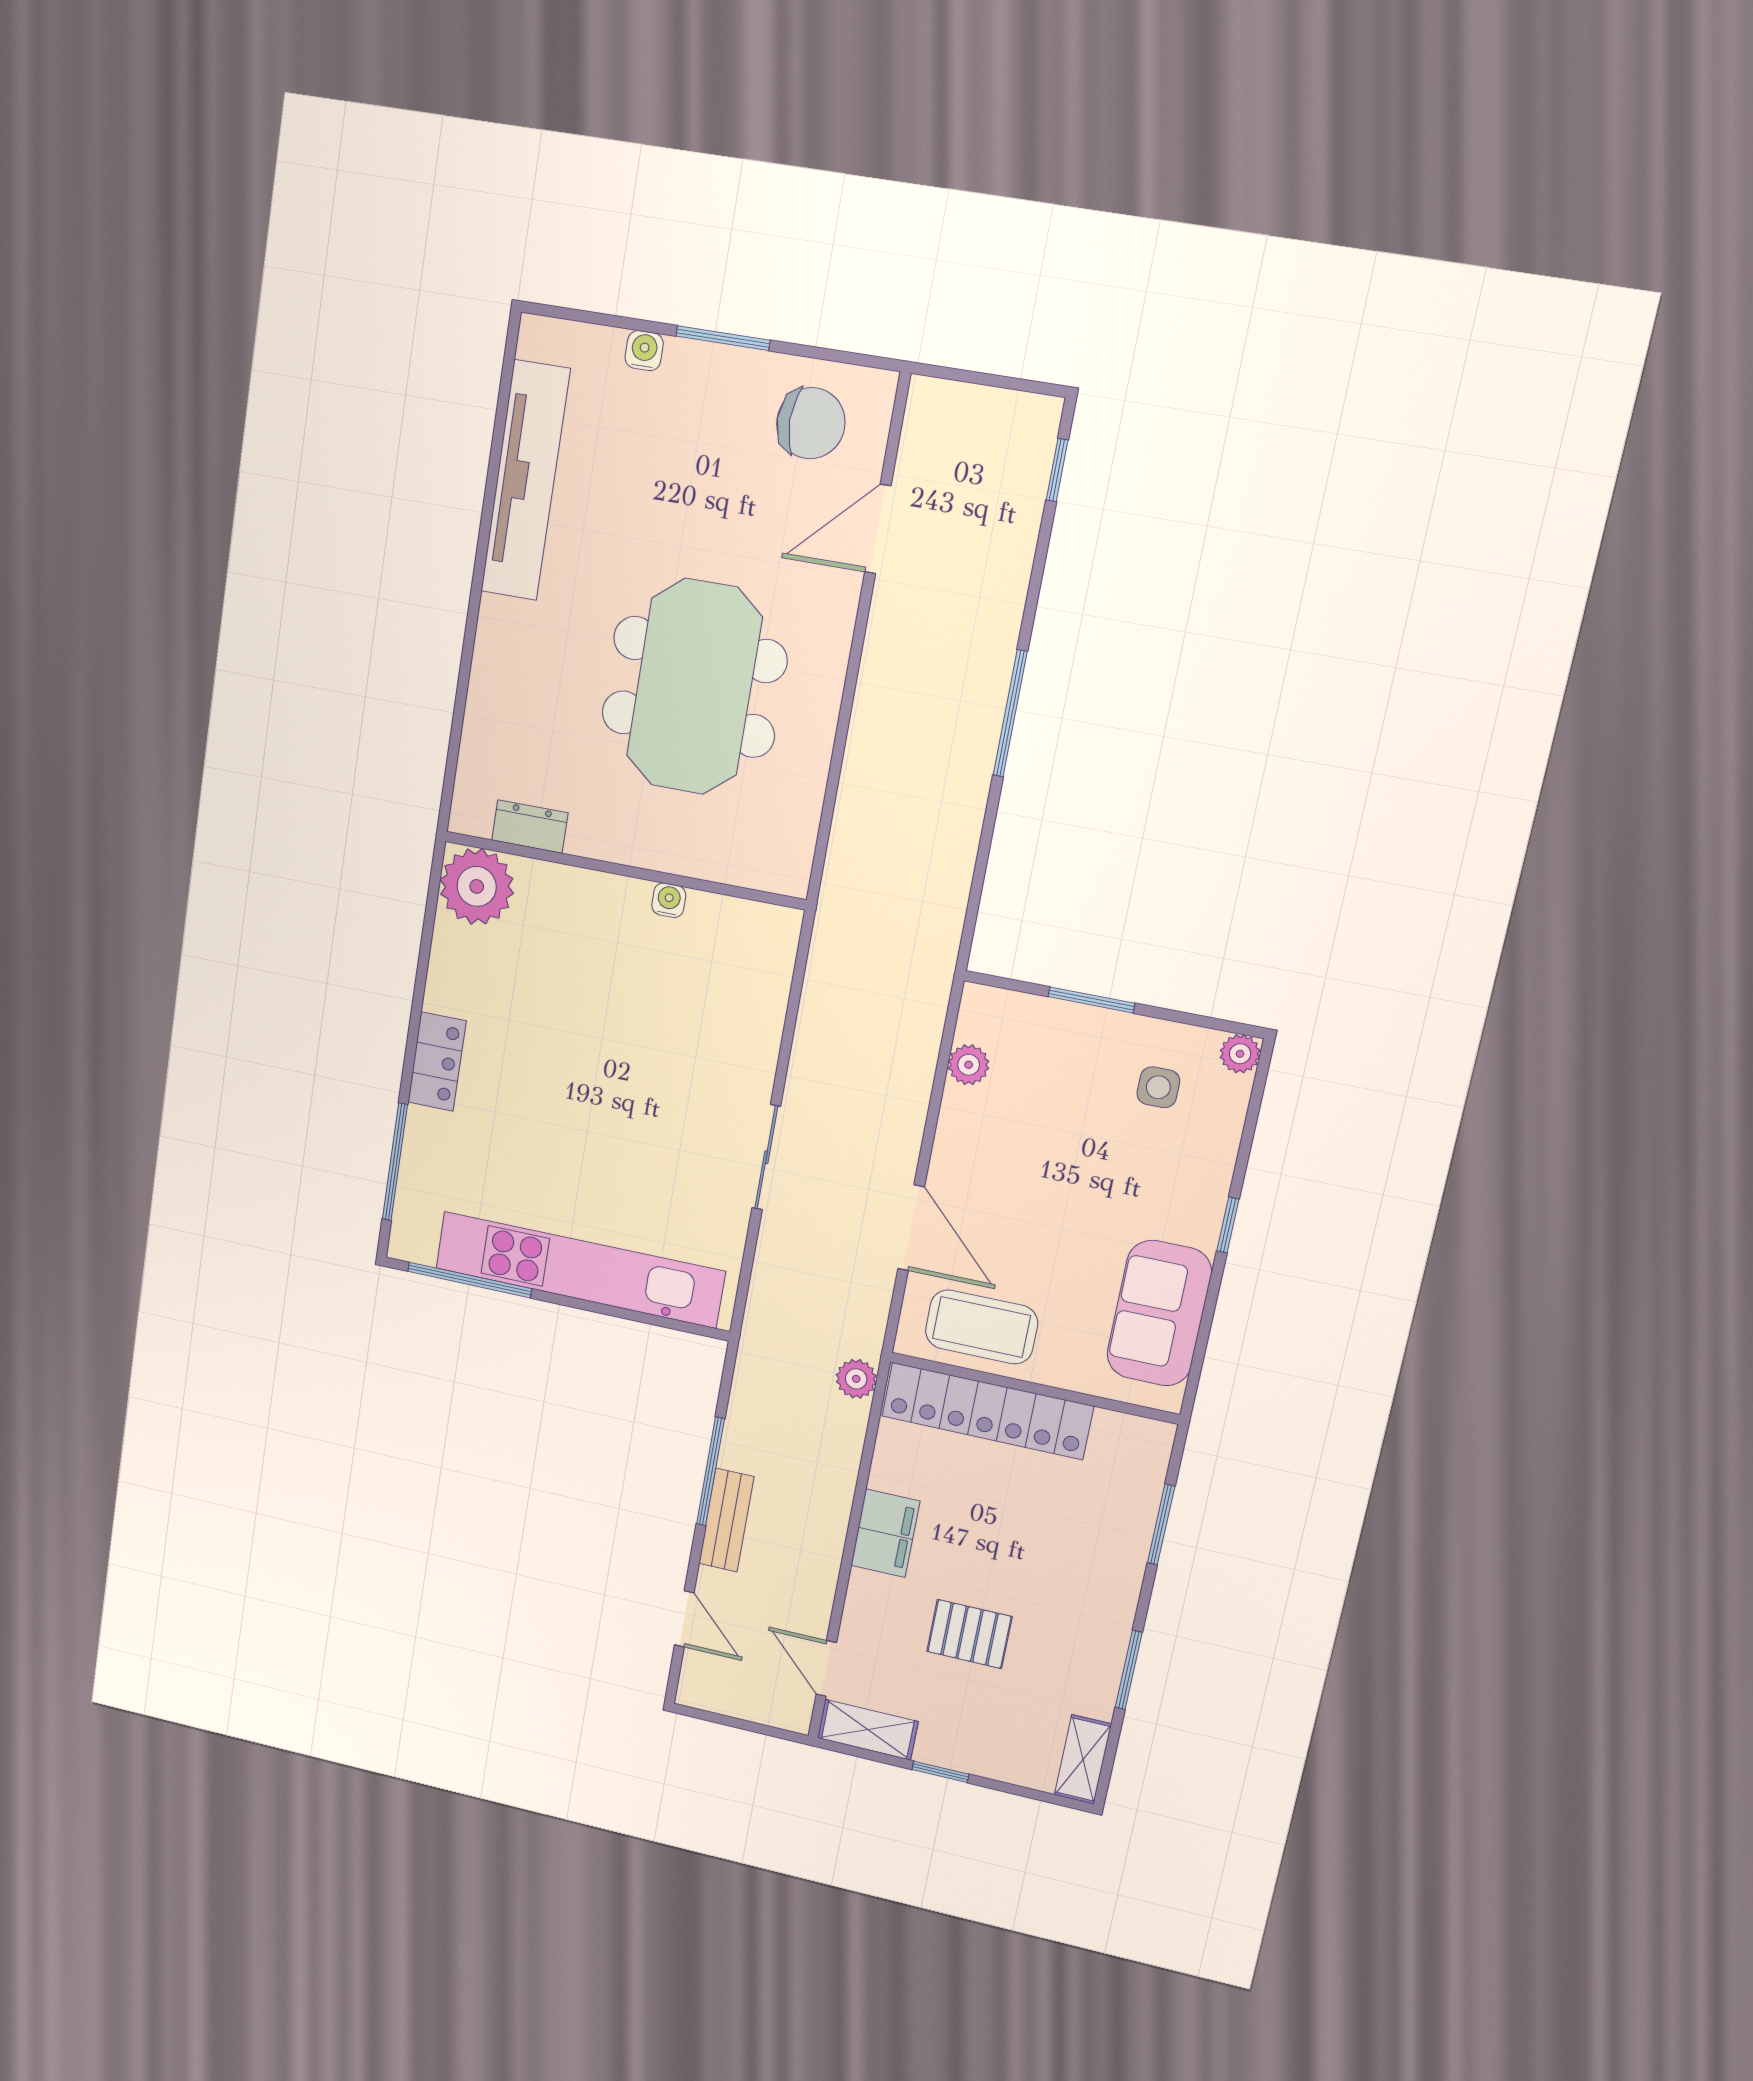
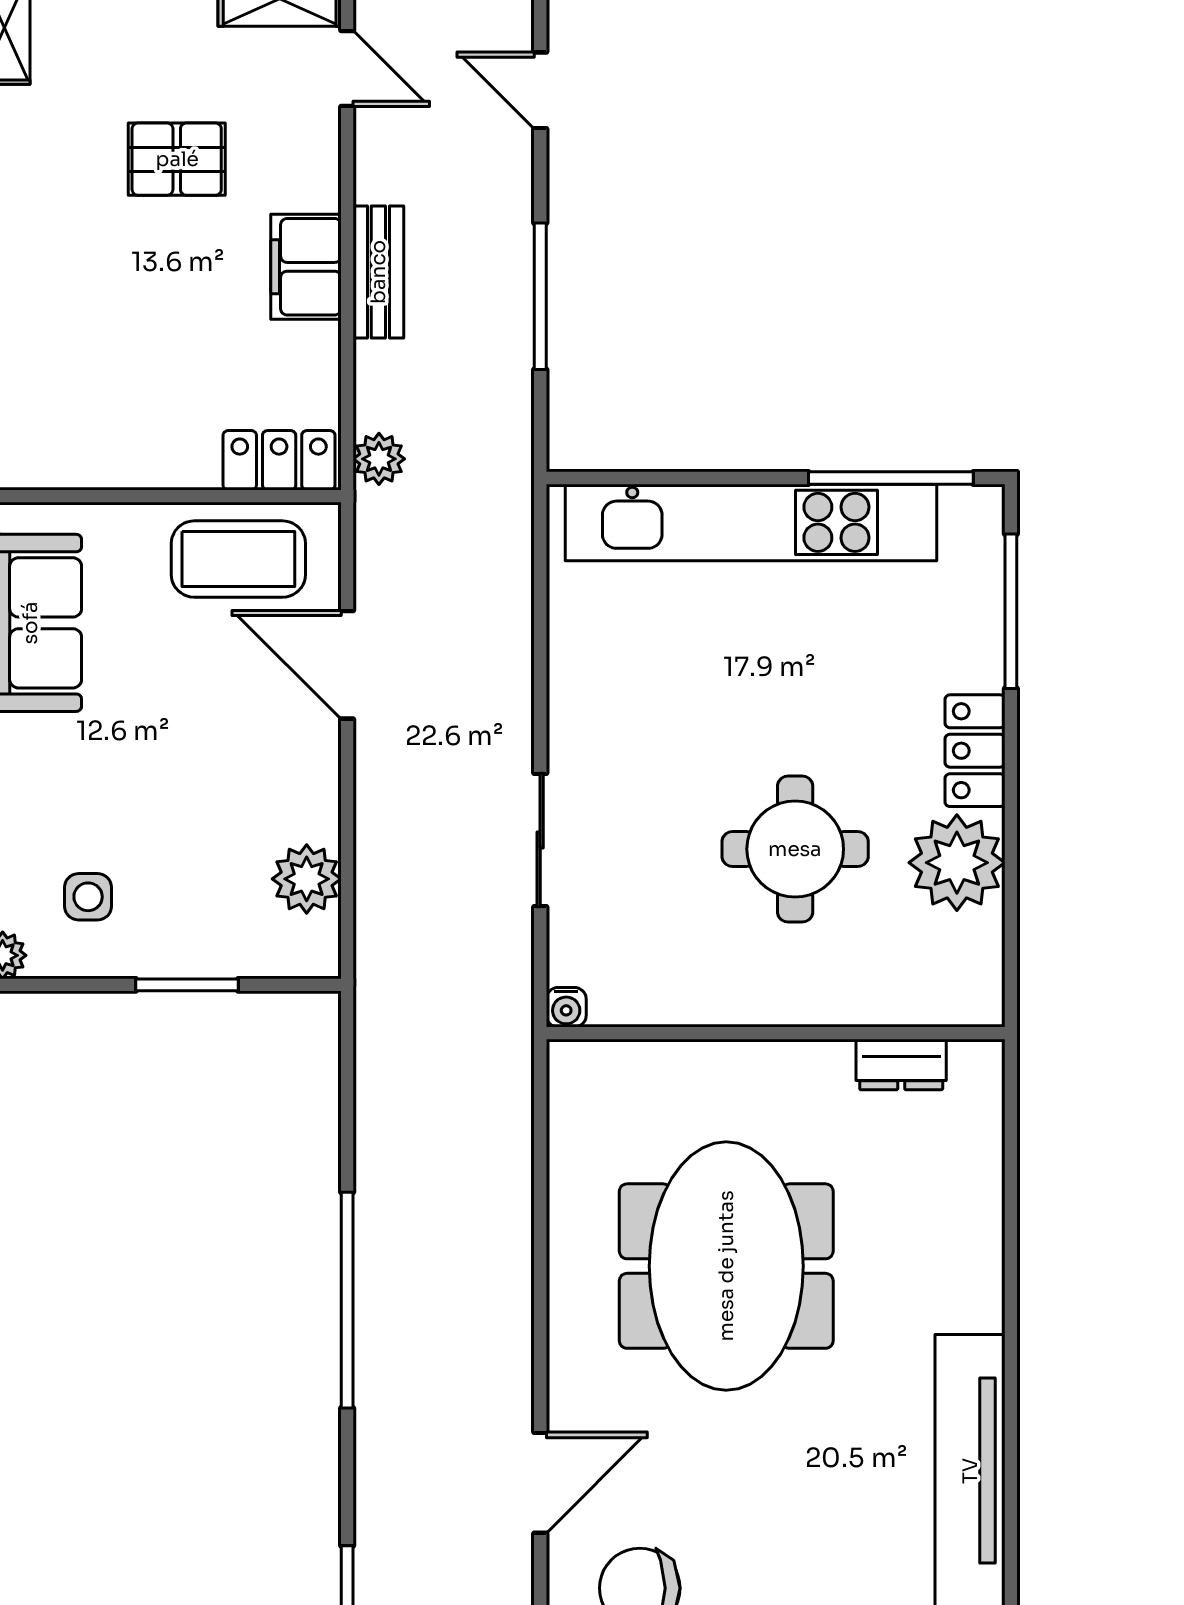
window: (1010, 713) -> (347, 1300), width x1.46
plant: (477, 886) -> (957, 863), moved
water cooler: (669, 900) -> (566, 1007), moved
round table: (586, 1013) -> (795, 849), added
plant: (969, 1065) -> (307, 879), width x1.38, depth x1.38
sliding door: (766, 1157) -> (540, 840), moved
locker: (987, 1411) -> (279, 460), width x0.46, depth x0.83
bench: (726, 1520) -> (378, 272), moved

